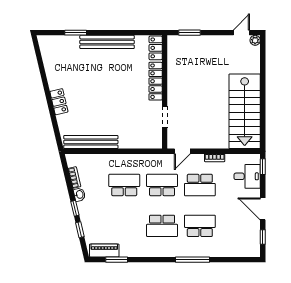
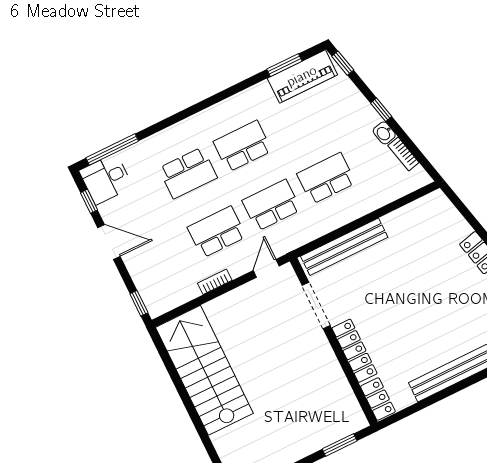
doorway: (165, 117) -> (316, 306), width x1.38
bench: (91, 142) -> (344, 247), moved
desk: (247, 176) -> (106, 179), moved
school desk: (124, 185) -> (326, 178), turned 180
school desk: (162, 185) -> (271, 205), turned 180
window: (80, 230) -> (343, 63), moved
piano: (104, 250) -> (302, 76), width x1.37, depth x1.33
window: (192, 260) -> (112, 149), moved

